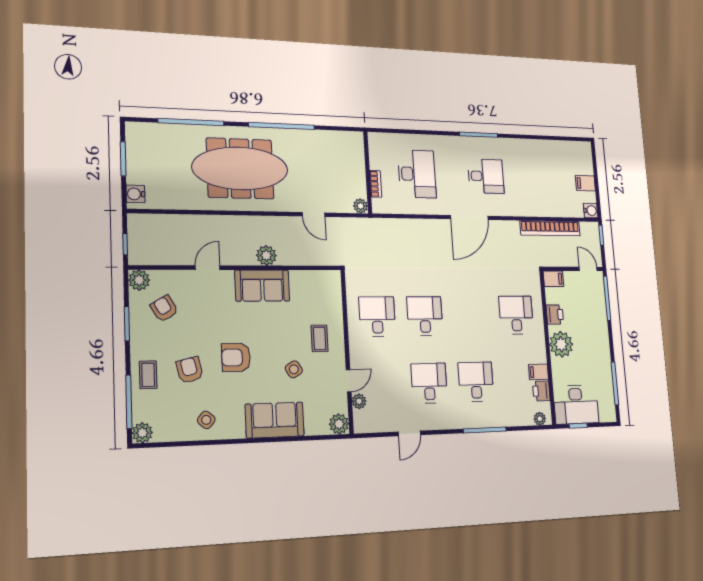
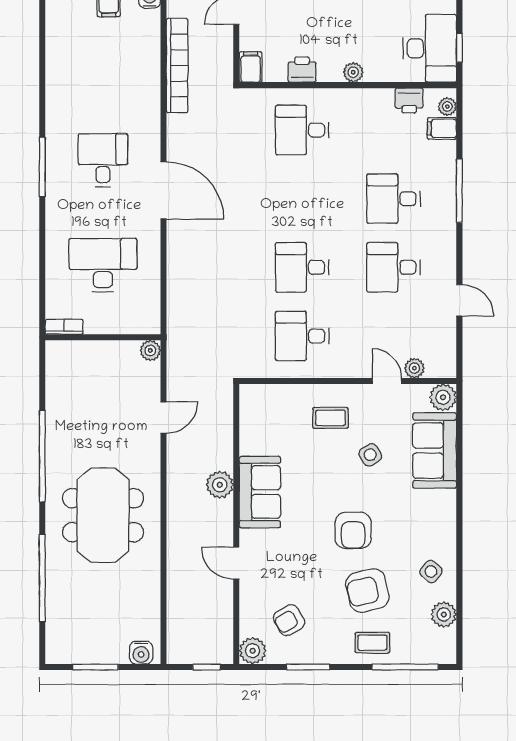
meeting table: (240, 168) -> (103, 515), width x0.73
bookcase: (376, 184) -> (64, 327), moved
plant: (561, 344) -> (353, 72), width x0.53, depth x0.53
armchair: (190, 370) -> (368, 590), width x1.38, depth x1.38
filing cabinet: (539, 372) -> (442, 128), moved, turned 90
sofa: (275, 420) -> (435, 451), moved
plant: (142, 433) -> (444, 614), moved

